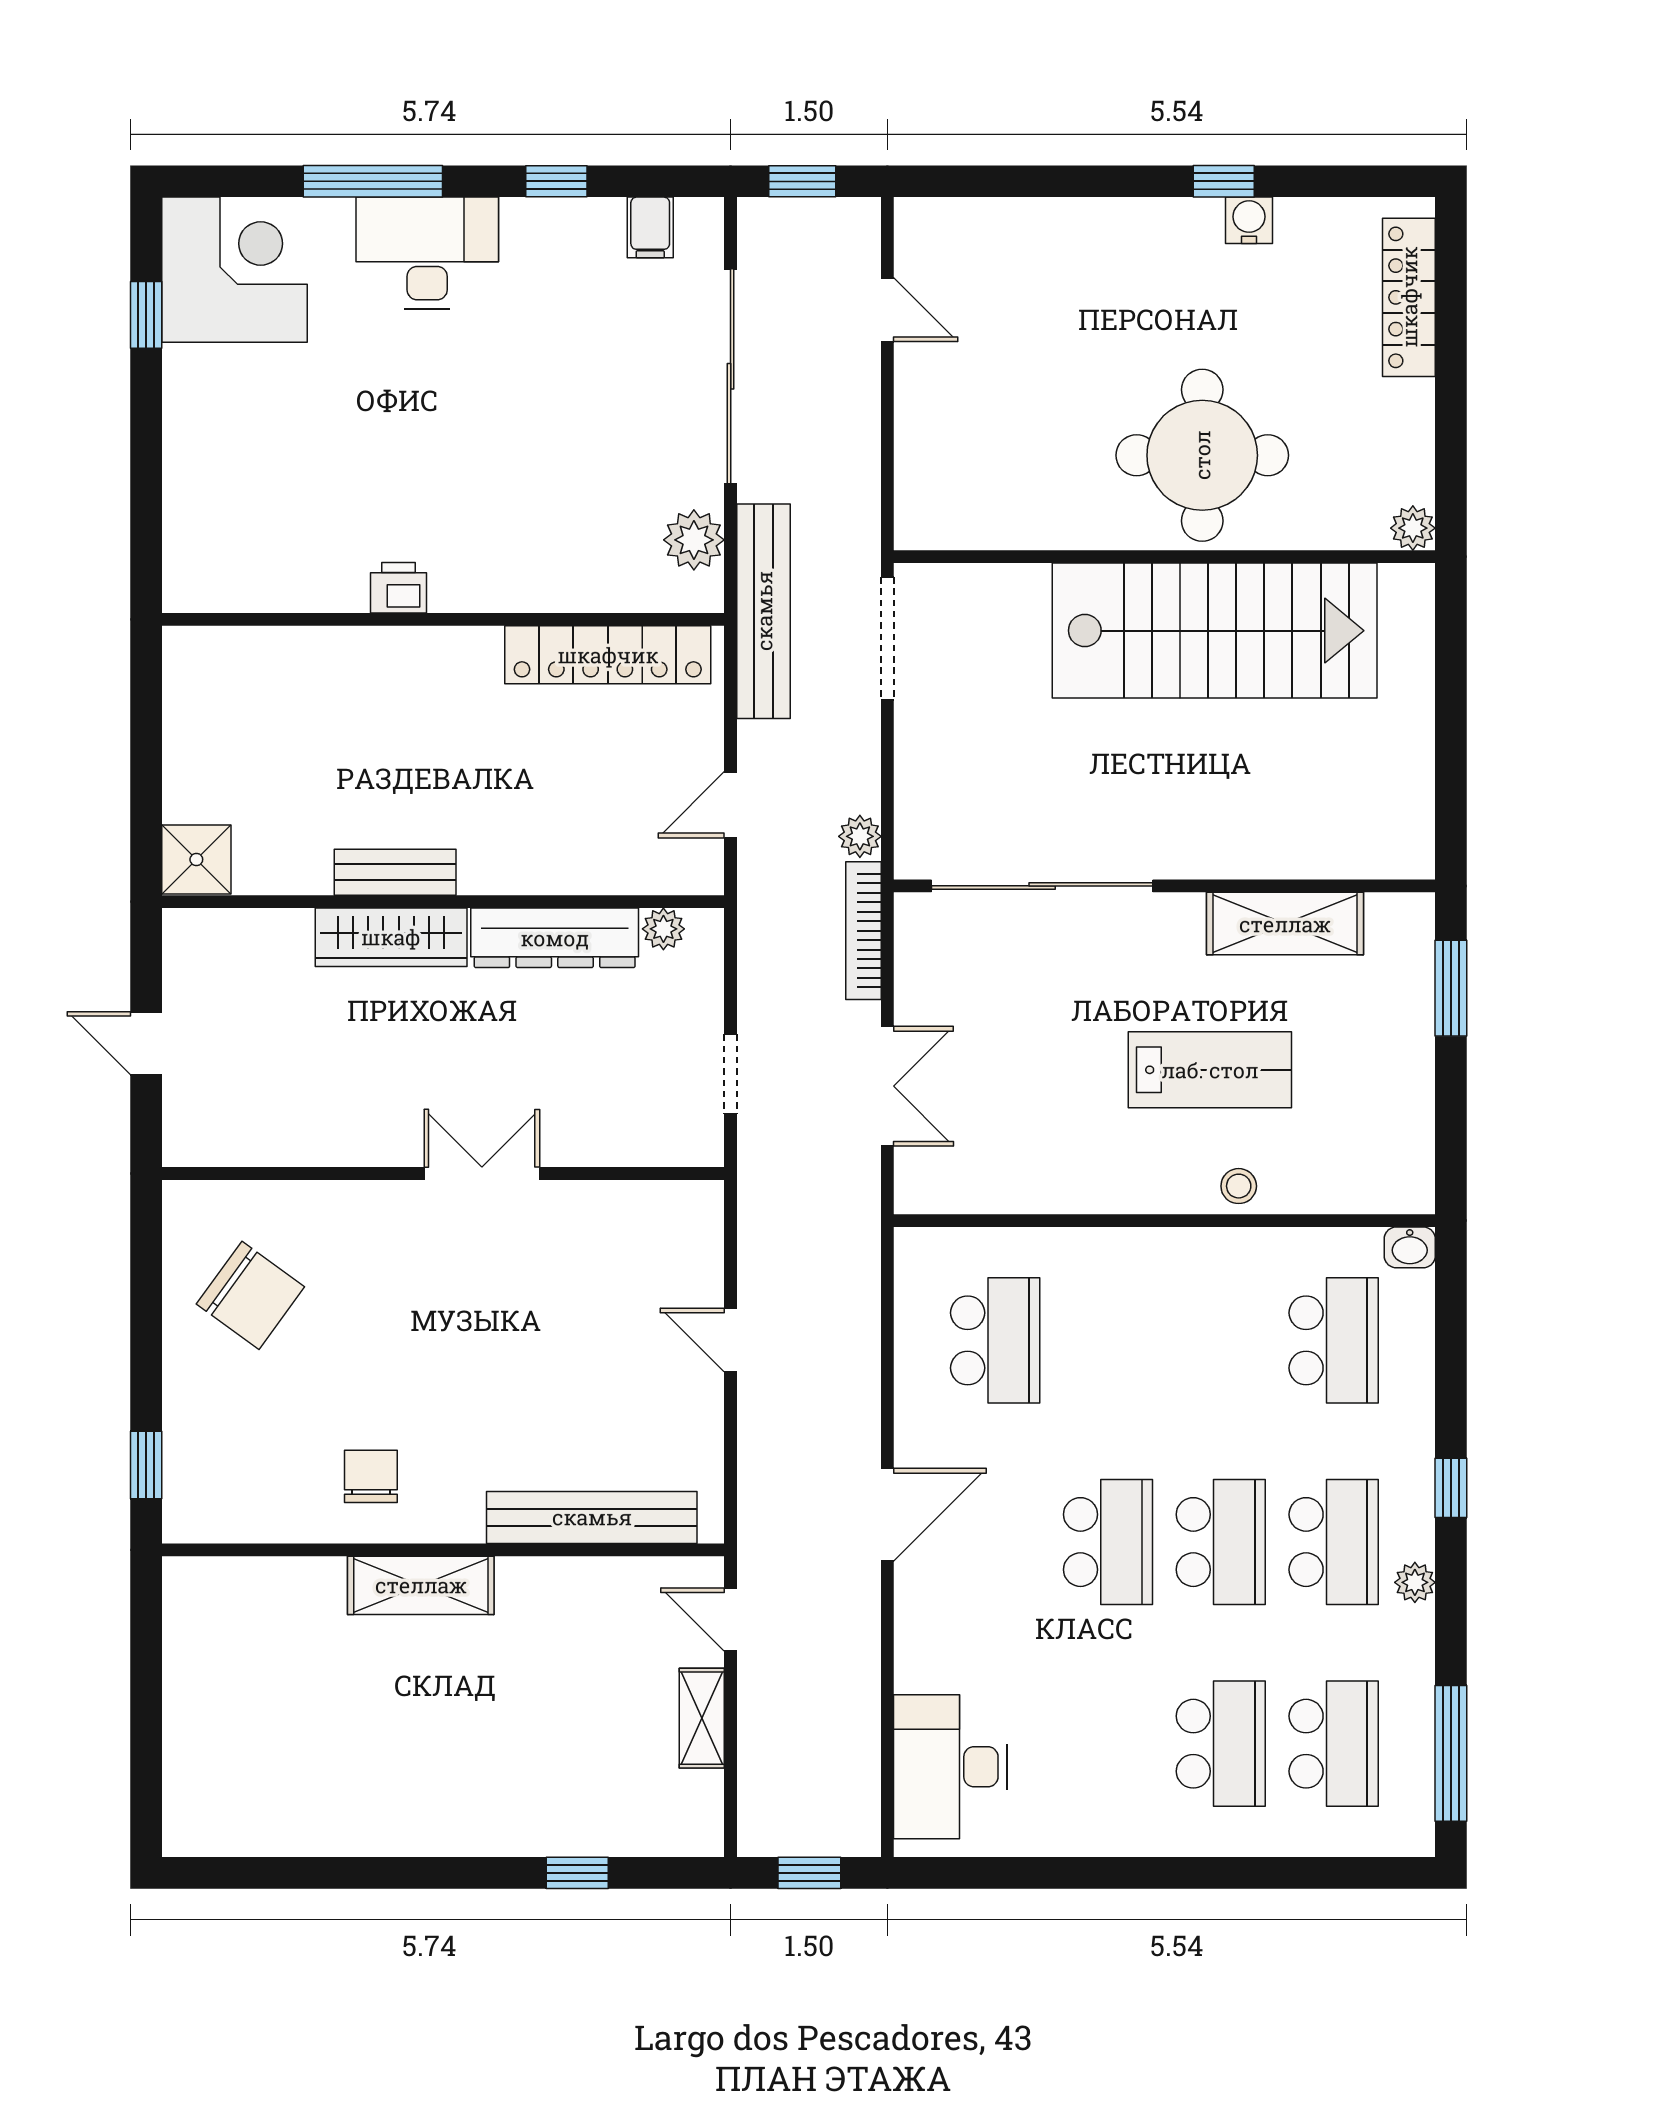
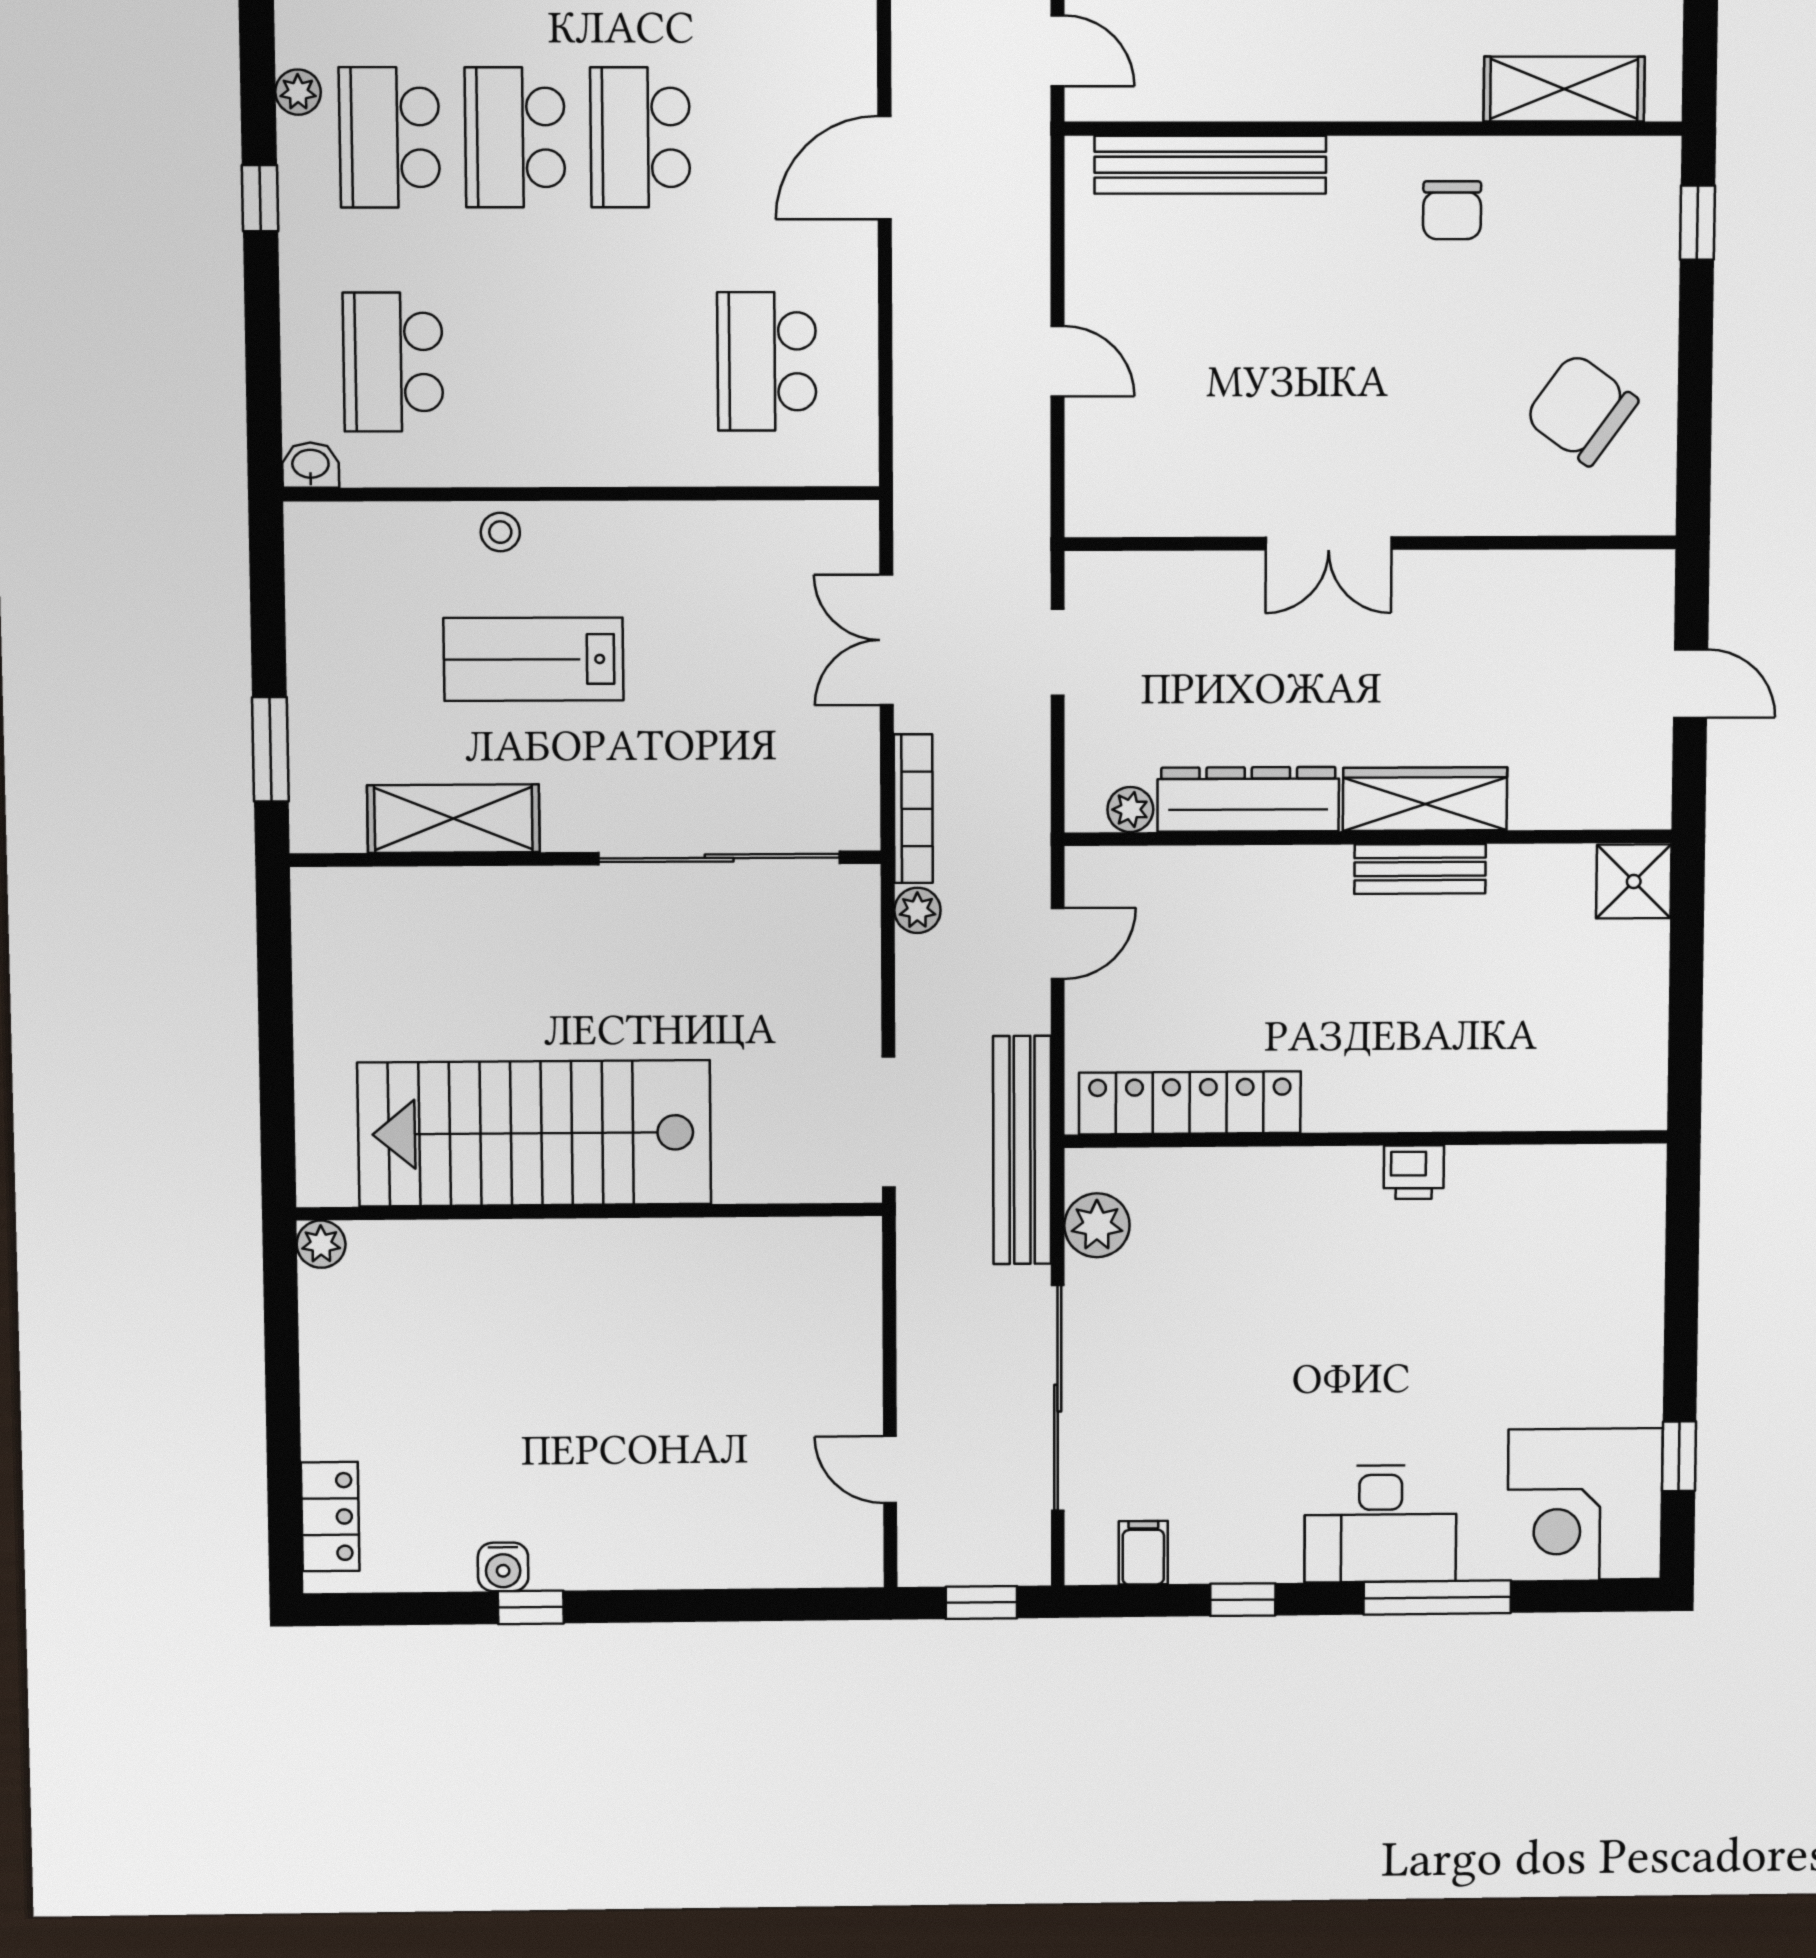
locker: (1409, 297) -> (330, 1517), width x0.66
round table: (1202, 455) -> (550, 1319), removed
shelving: (421, 1585) -> (1564, 89), moved

